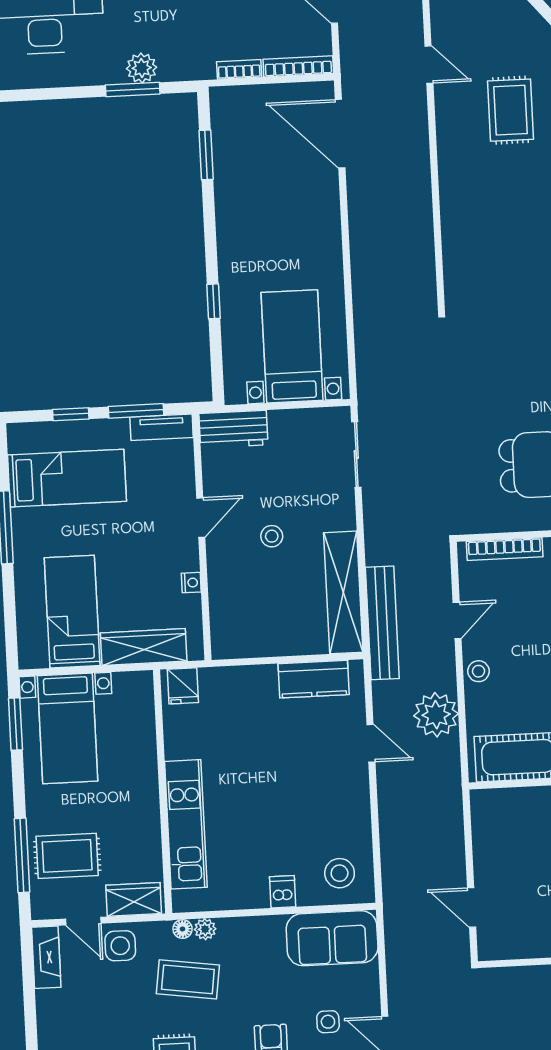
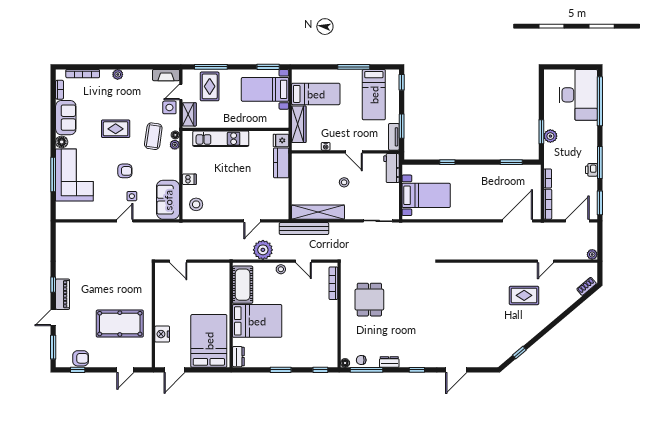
window: (71, 414) -> (402, 82), moved
kitchen counter: (314, 679) -> (281, 163), moved
door: (472, 907) -> (178, 261), swing flipped

